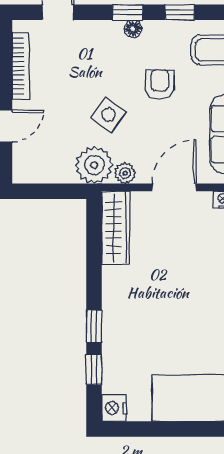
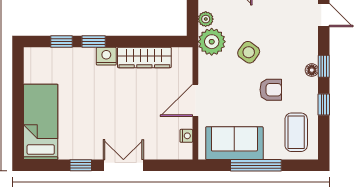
plant: (125, 173) -> (206, 19), moved
door: (174, 187) -> (195, 100), swing flipped
wardrobe: (116, 228) -> (144, 57), moved
nightstand: (114, 408) -> (106, 56), moved

